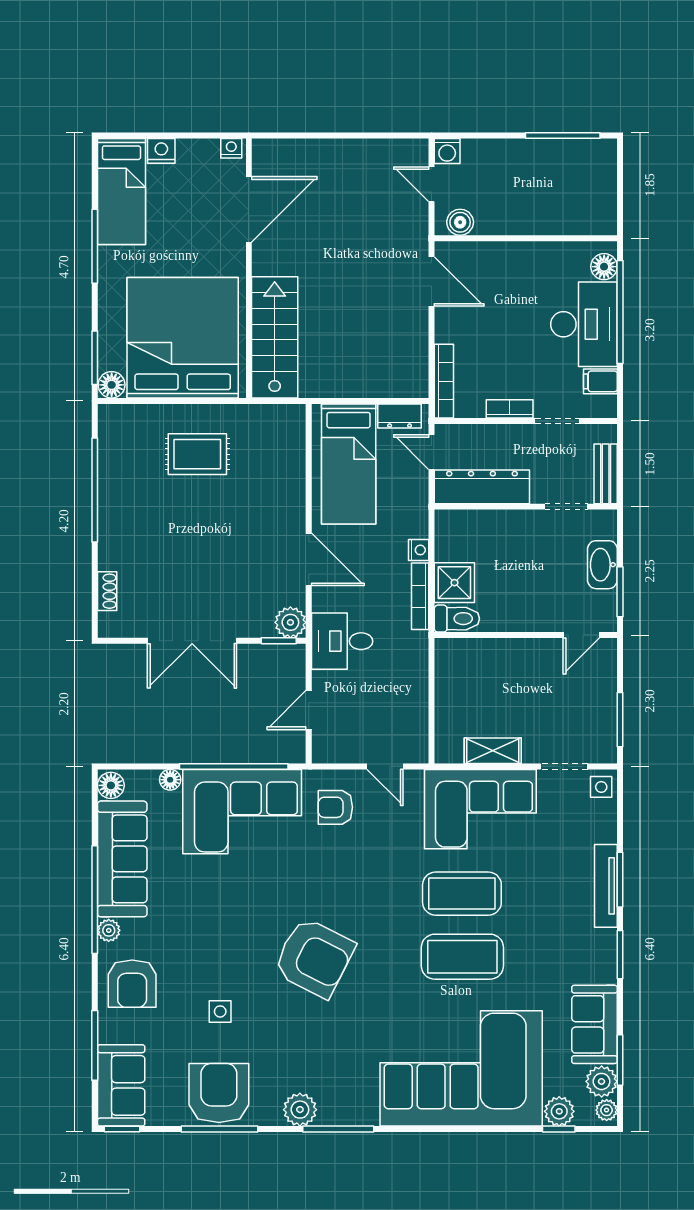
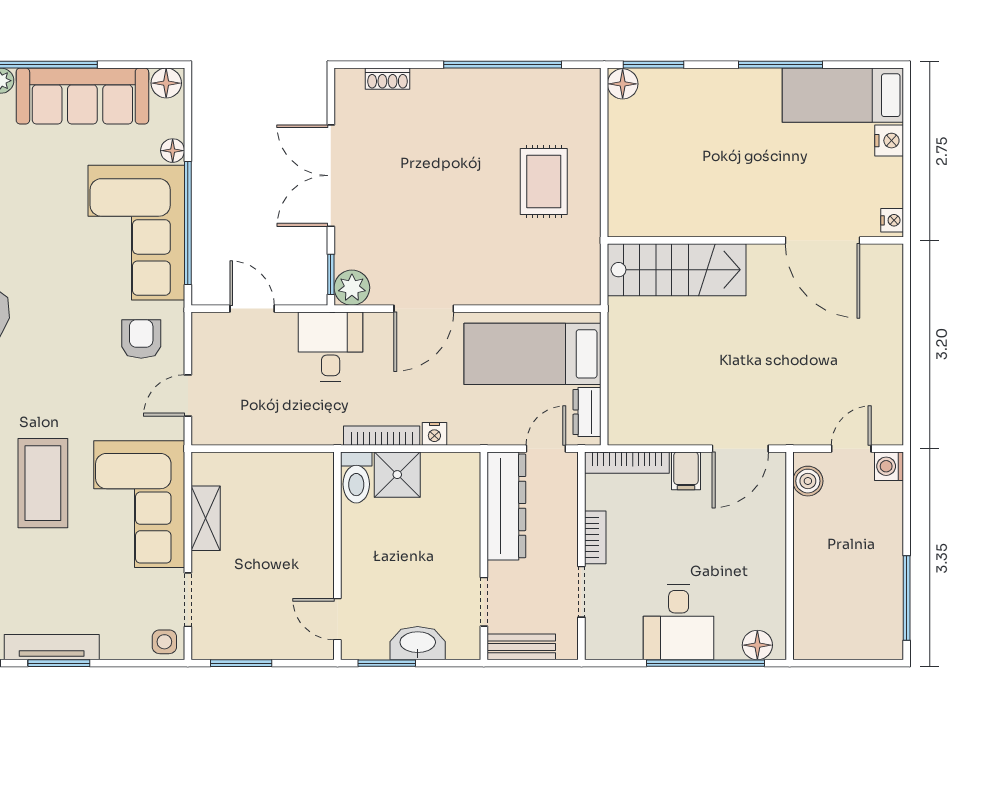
desk: (584, 324) -> (679, 622), width x0.73
bed: (183, 338) -> (676, 165), removed
filing cabinet: (600, 381) -> (686, 471), moved, turned 180

